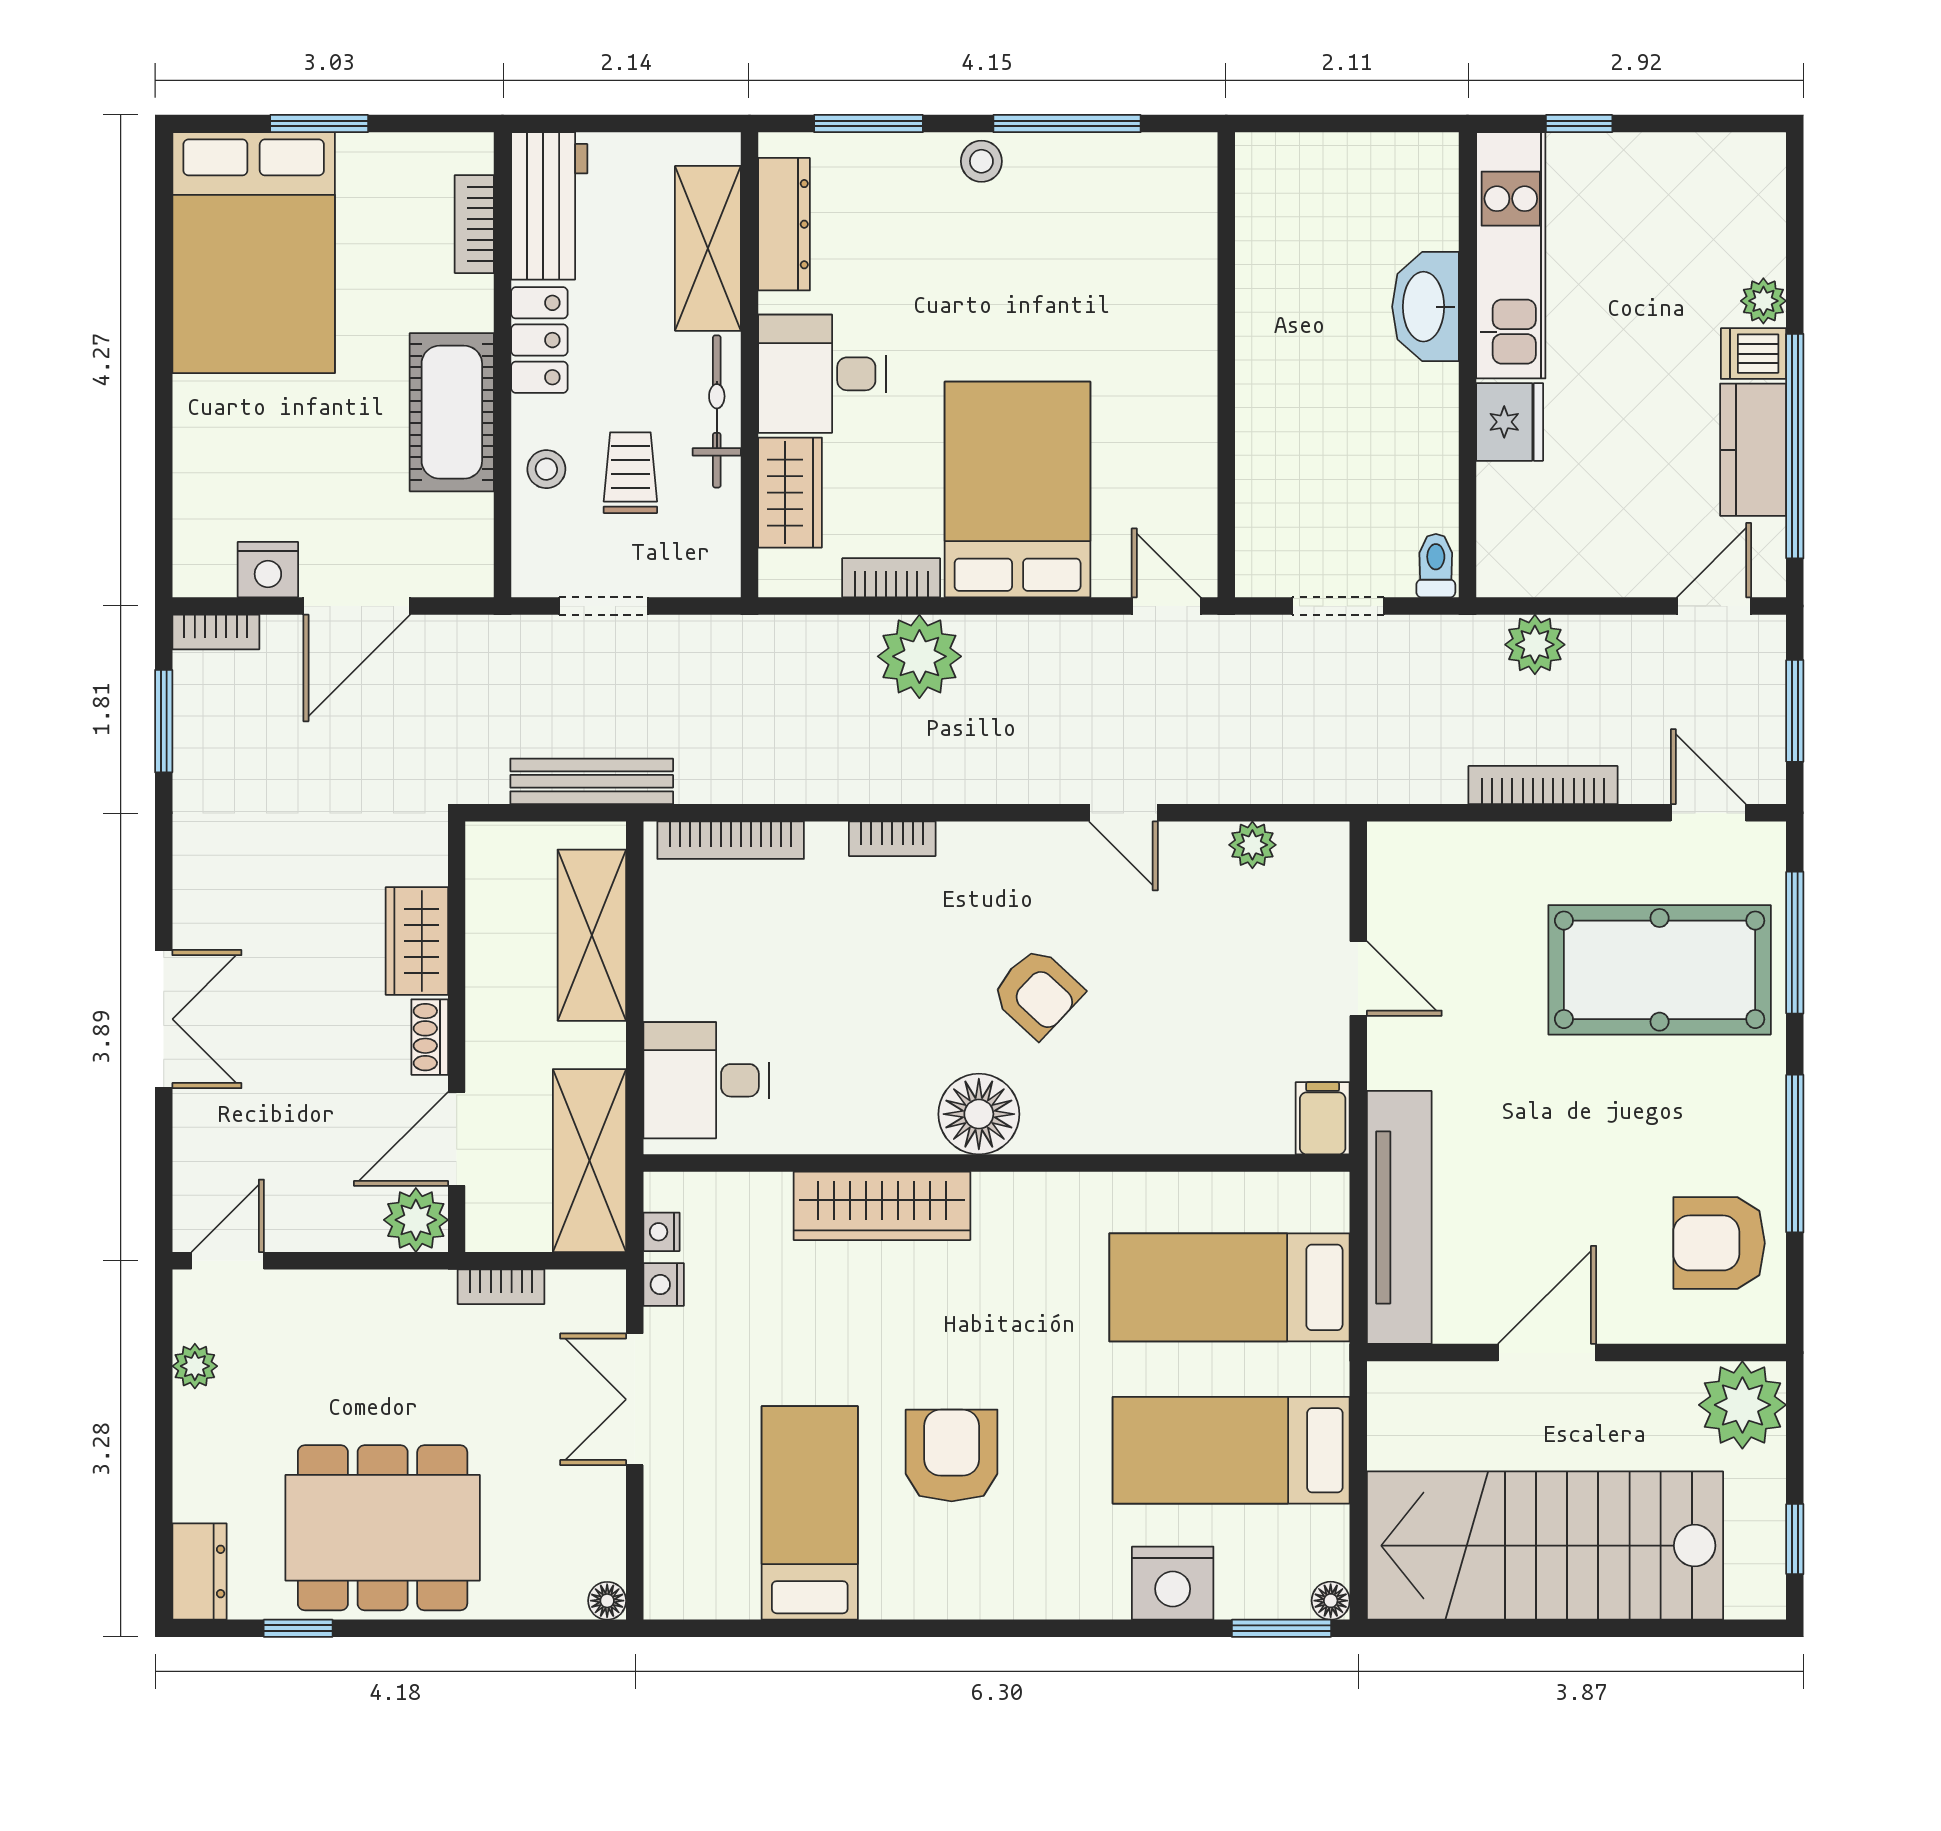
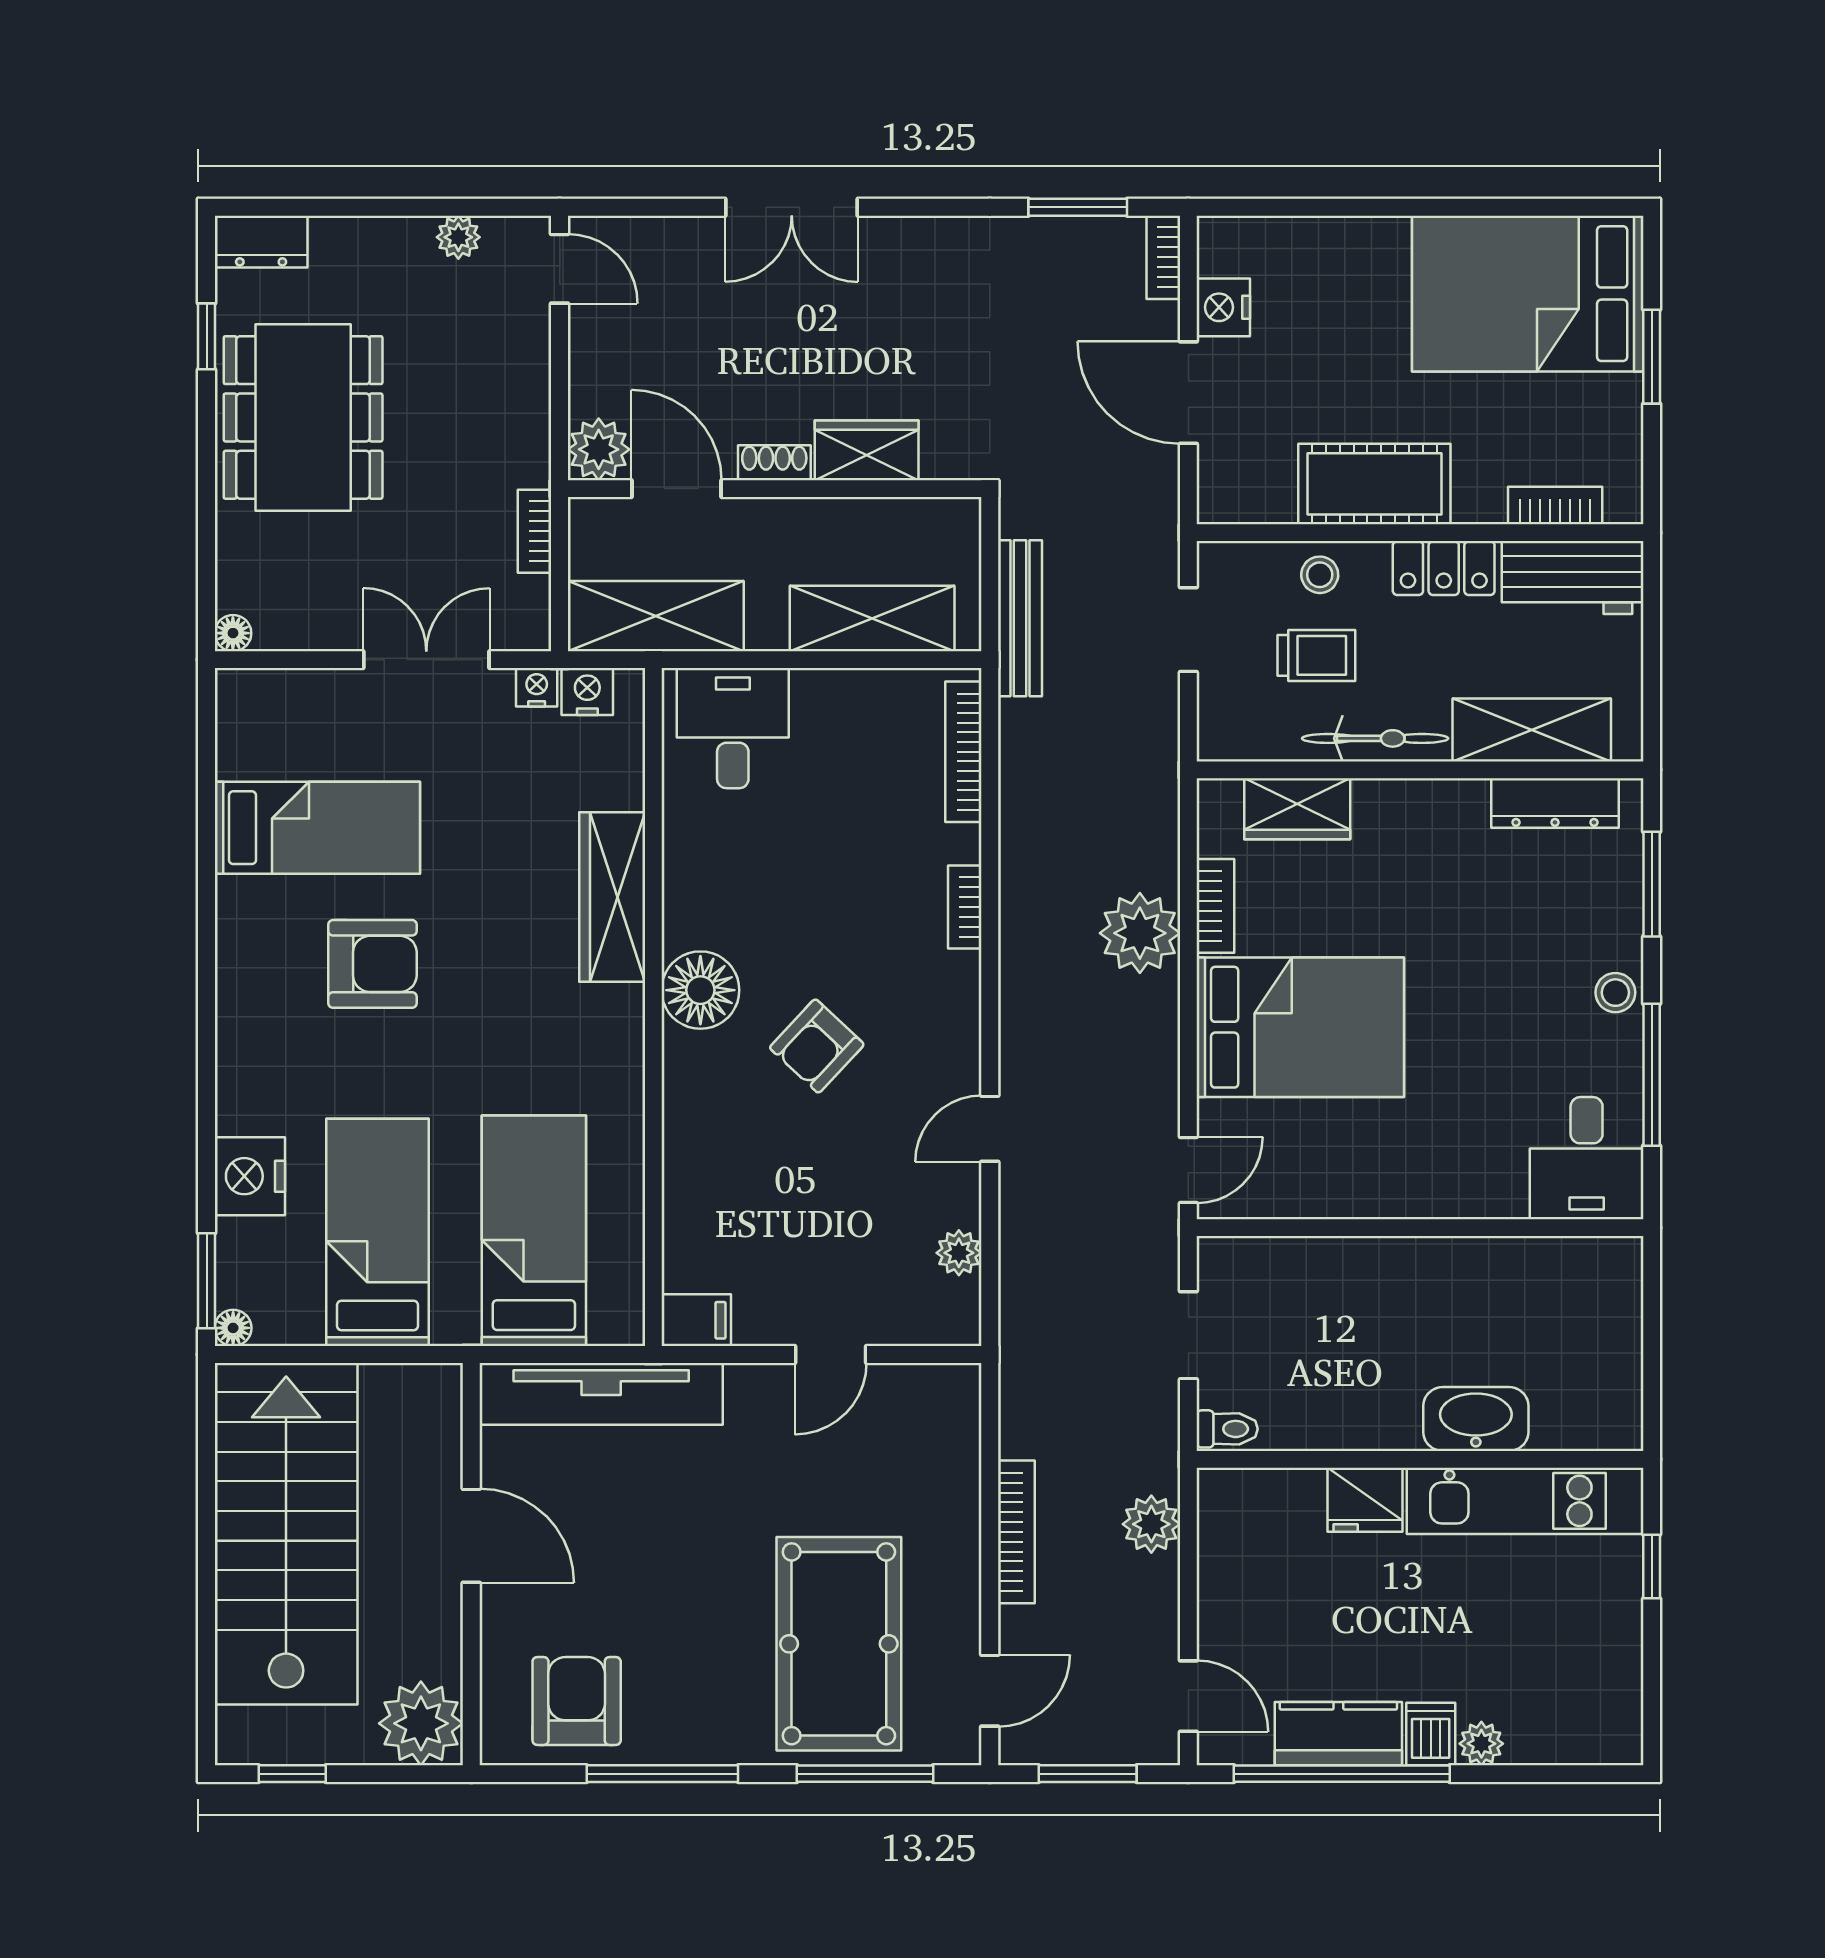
desk: (822, 374) -> (1587, 1158), moved, turned 180
nightstand: (661, 1232) -> (587, 691), width x1.39, depth x1.35

